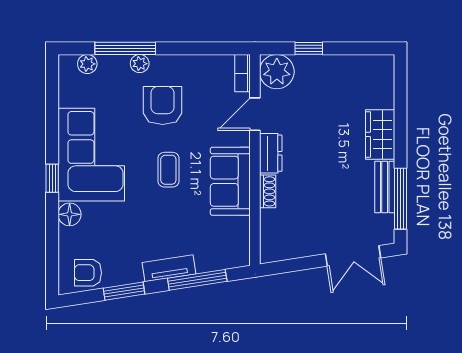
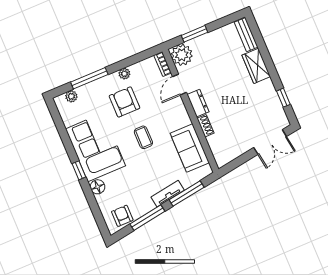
window: (309, 48) -> (194, 34), width x1.50
plant: (140, 64) -> (124, 74), moved
sofa: (230, 181) -> (190, 148), moved
bench: (385, 187) -> (246, 35), moved
window: (401, 199) -> (283, 98), width x0.46
armchair: (88, 273) -> (122, 216), turned 90
window: (124, 291) -> (147, 218), width x1.44

